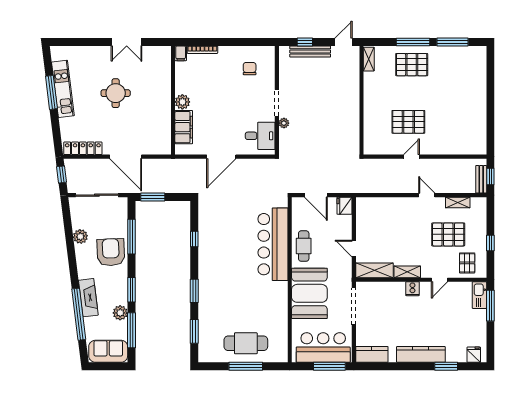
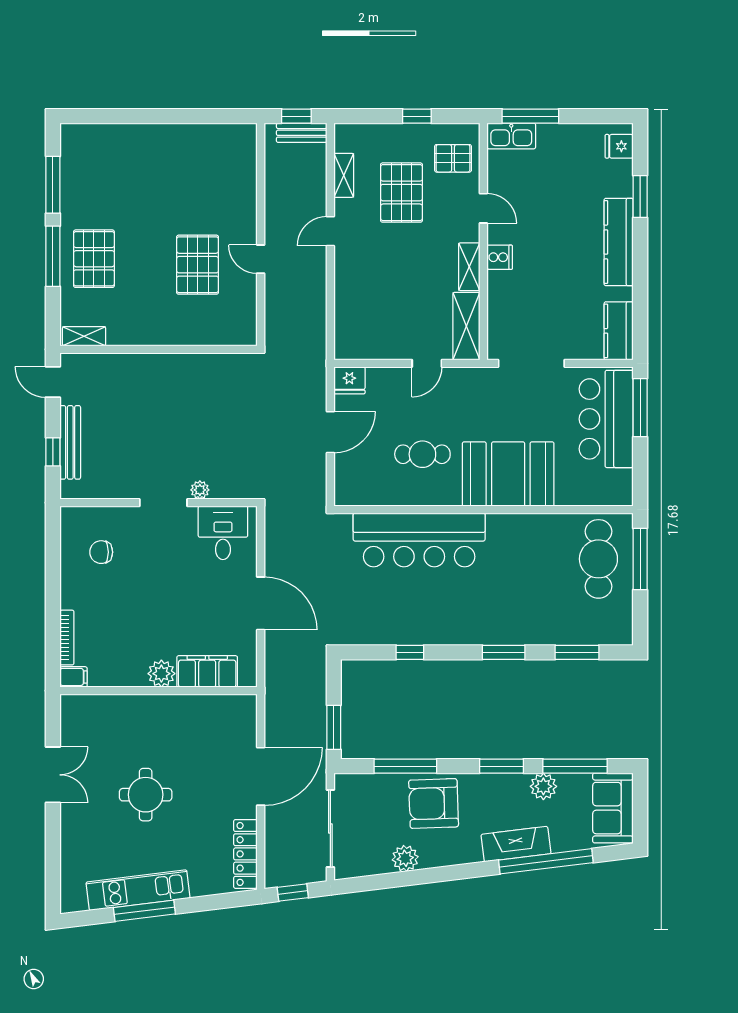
bar counter: (273, 244) -> (419, 540), moved
wall: (290, 280) -> (483, 510), moved
booth: (309, 293) -> (508, 474), moved

